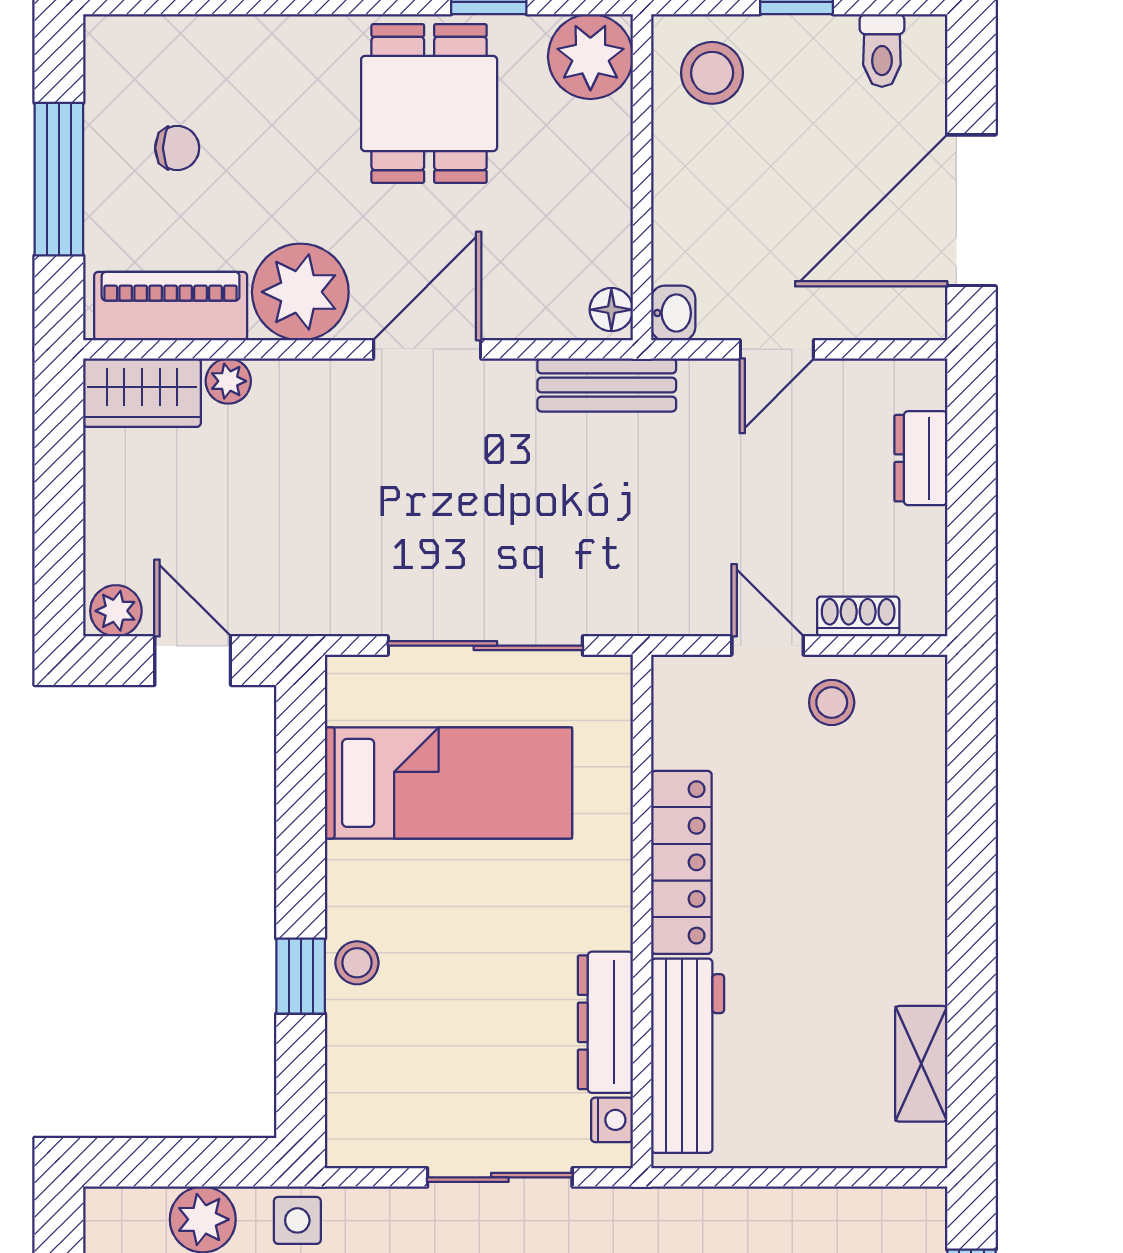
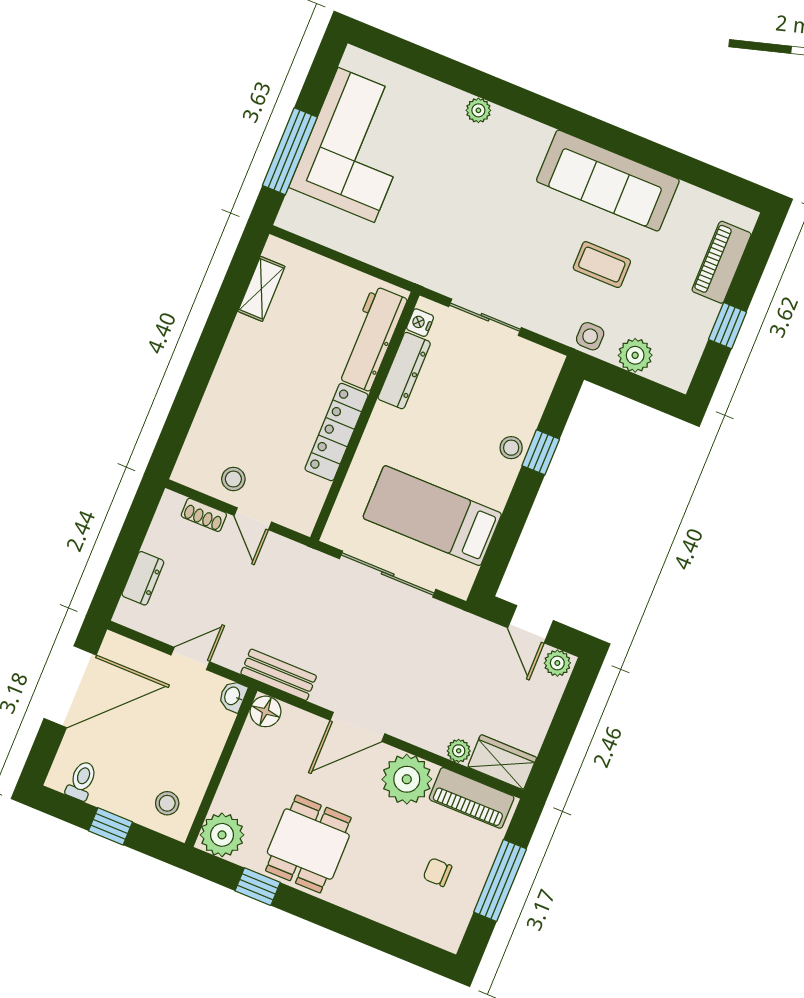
stool: (712, 73) -> (167, 803), width x0.73, depth x0.73
floor lamp: (611, 310) -> (265, 711), width x1.37, depth x1.37

